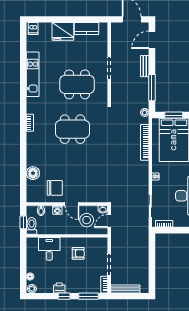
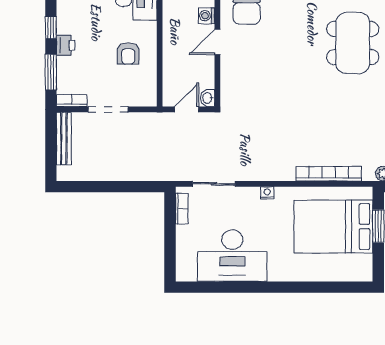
stool: (87, 220) -> (188, 69), removed
door: (109, 221) -> (187, 109), hinge flipped
printer: (59, 288) -> (66, 45), moved

